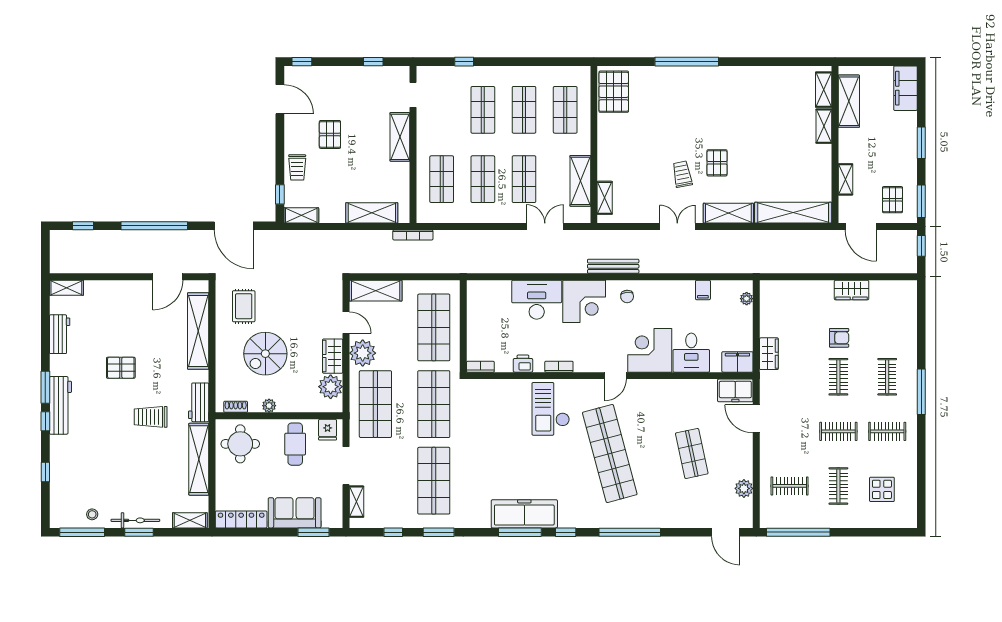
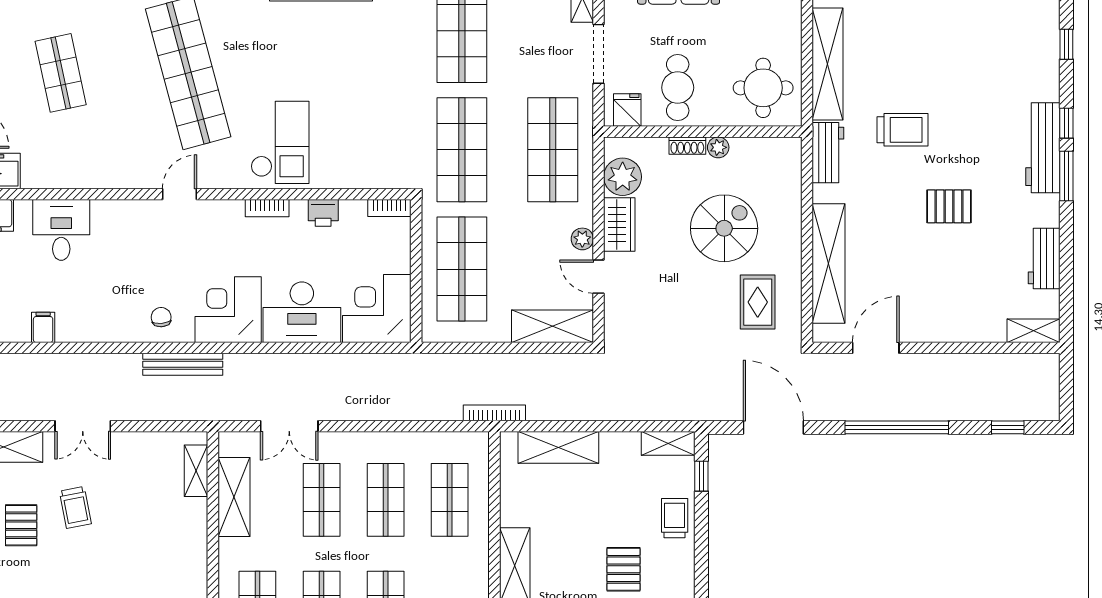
corner desk: (650, 350) -> (377, 309), moved, turned 180
plant: (363, 353) -> (582, 239), width x0.53, depth x0.53
shoe rack: (236, 407) -> (687, 146), moved

